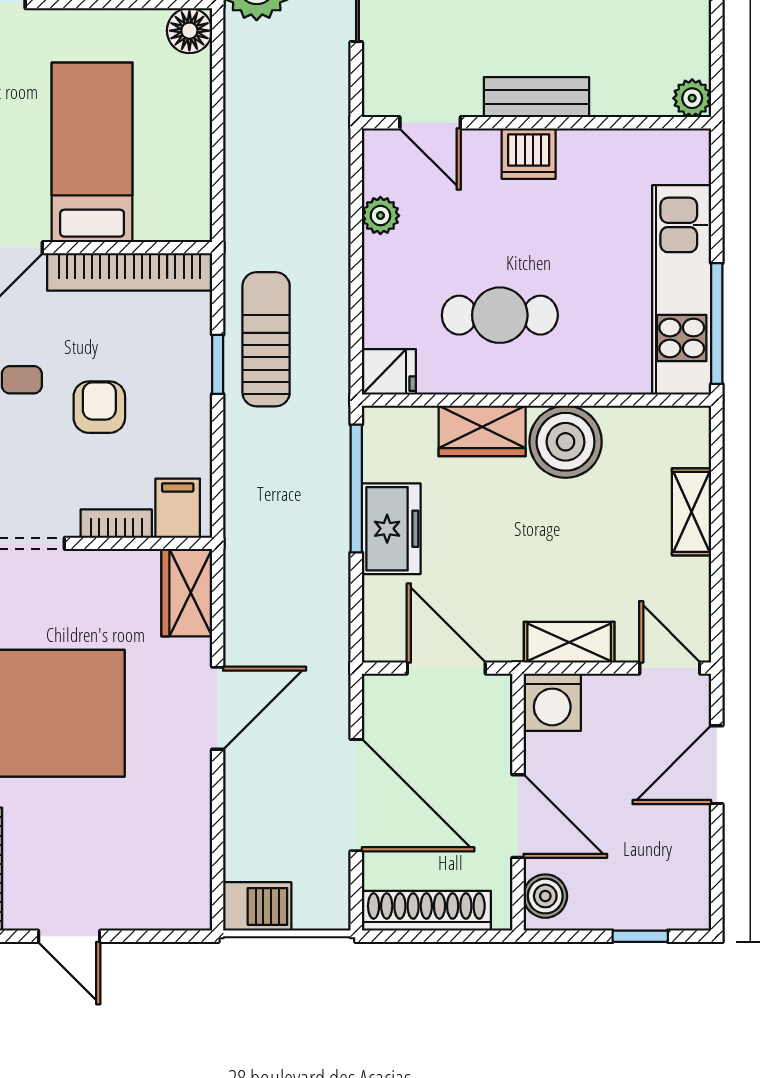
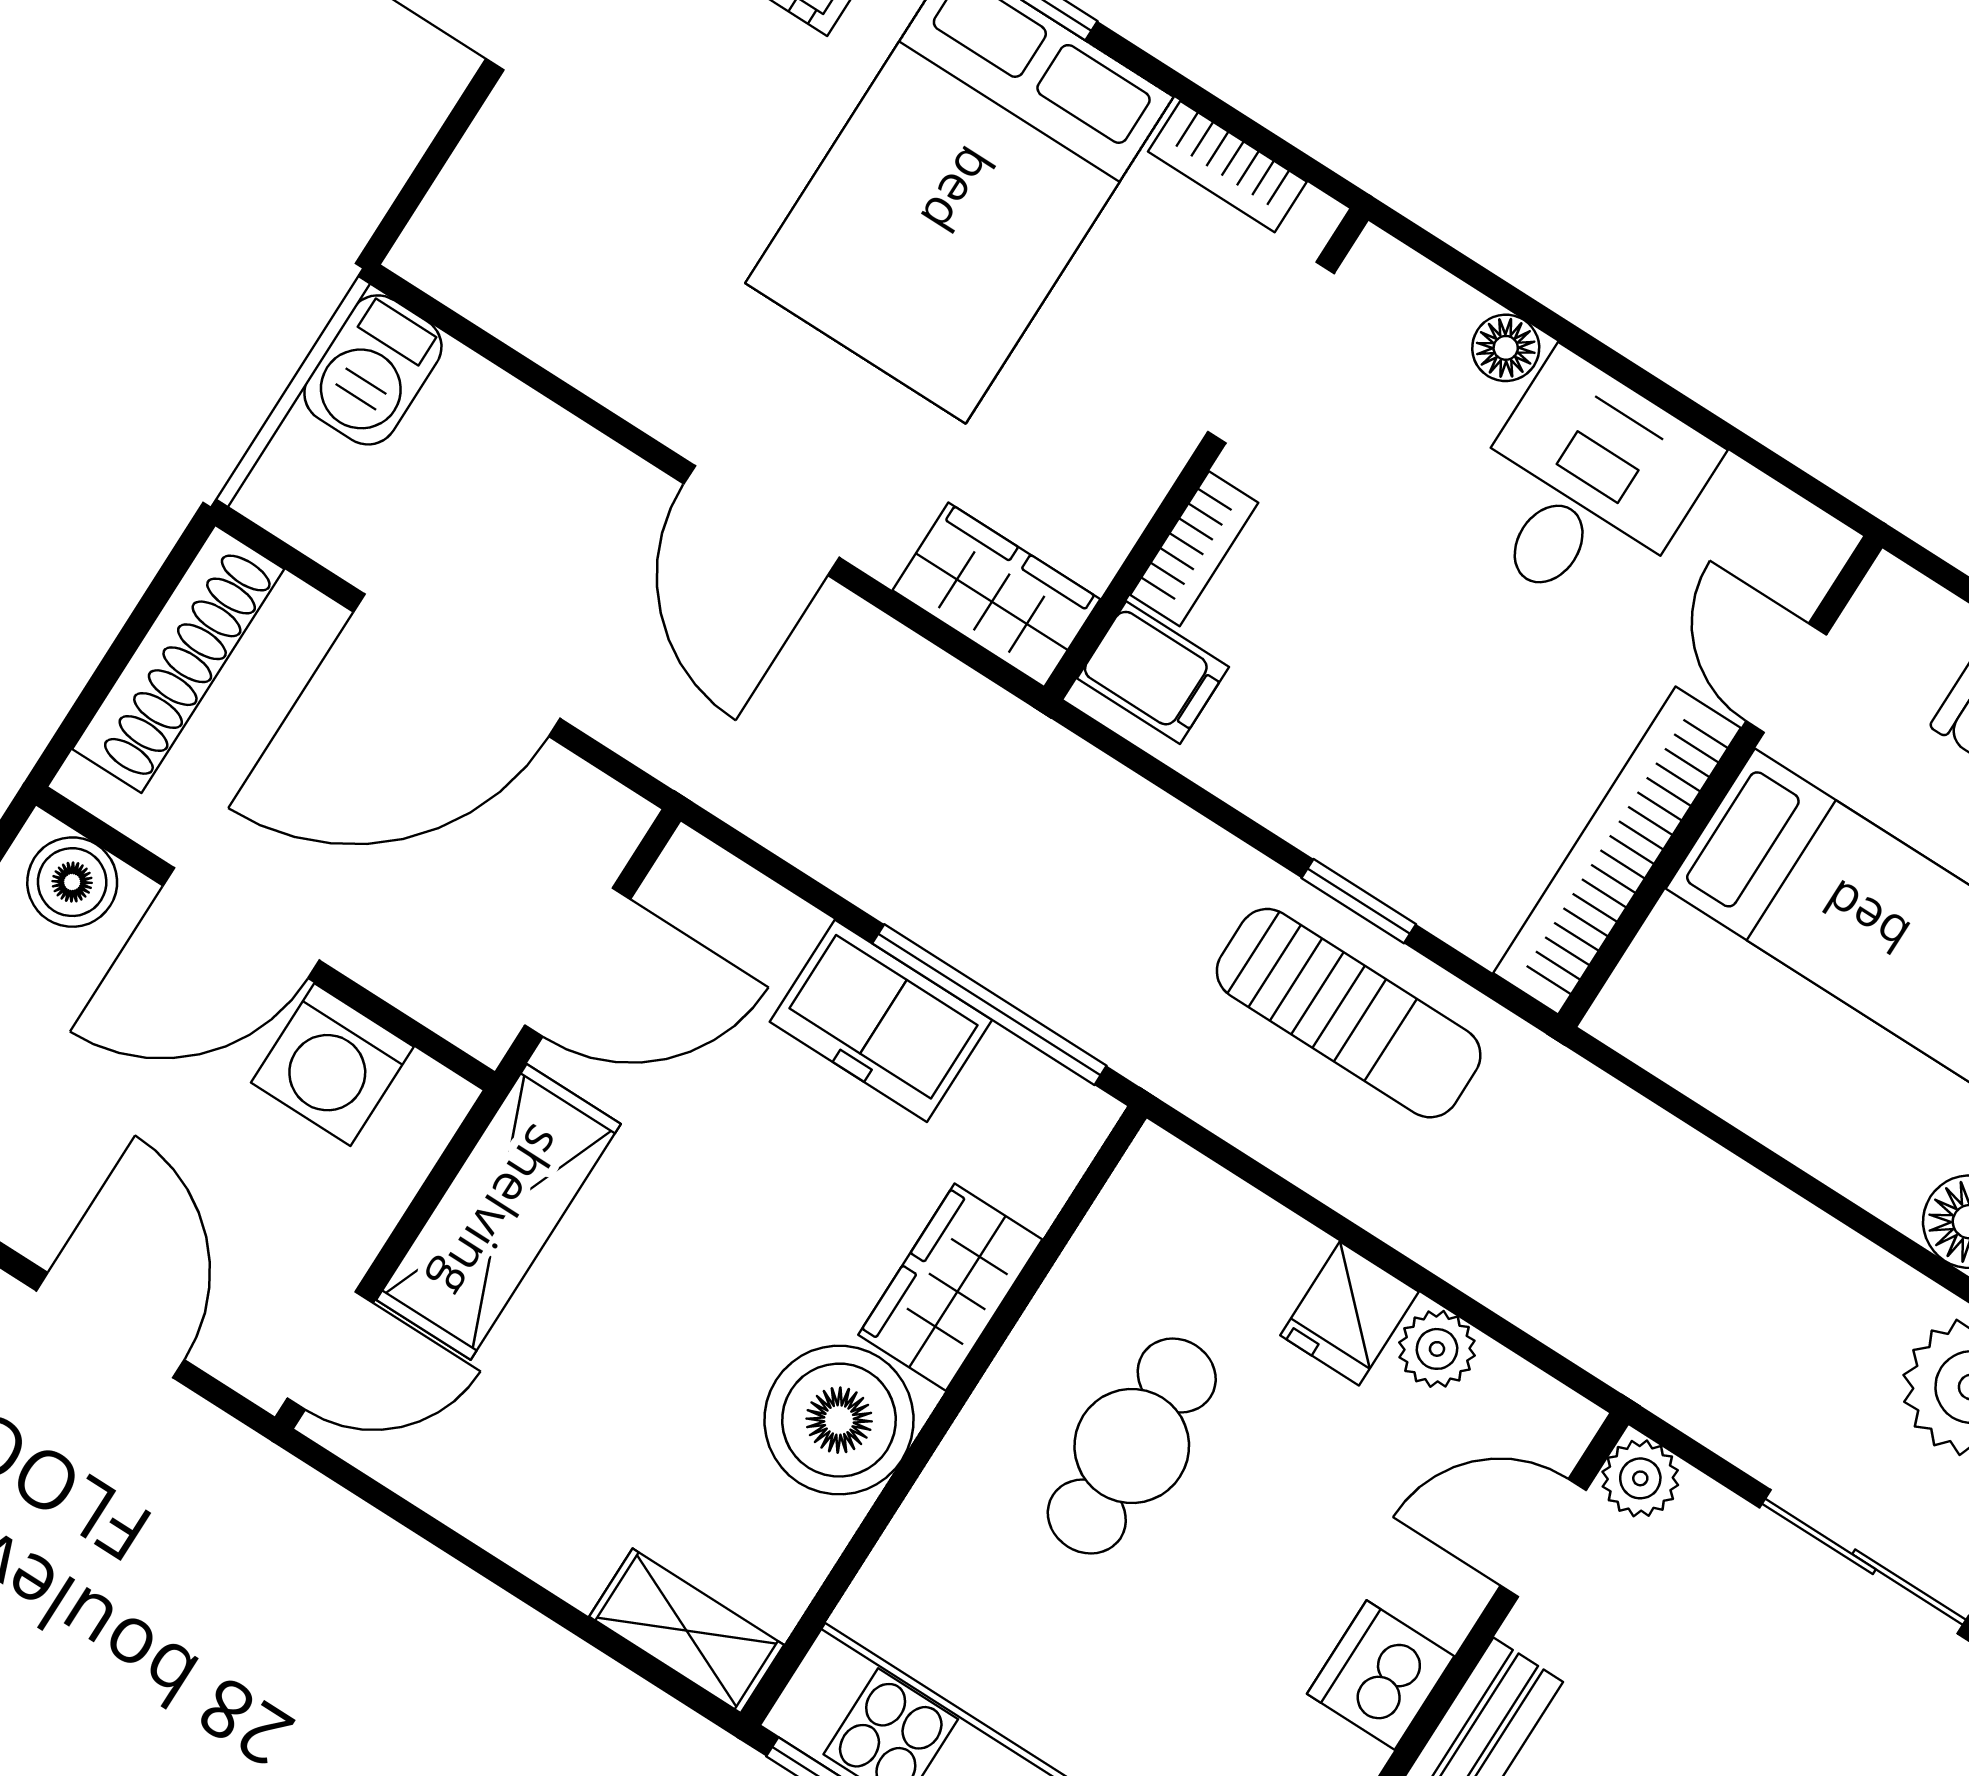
plant: (380, 99) -> (1640, 1478), added
fridge: (389, 372) -> (1349, 1314), moved
armchair: (99, 407) -> (1415, 648), removed
shelving: (692, 512) -> (687, 1631), moved
shelving: (569, 642) -> (499, 1212), width x1.50, depth x1.33
washing machine: (552, 702) -> (332, 1065), moved, turned -90

